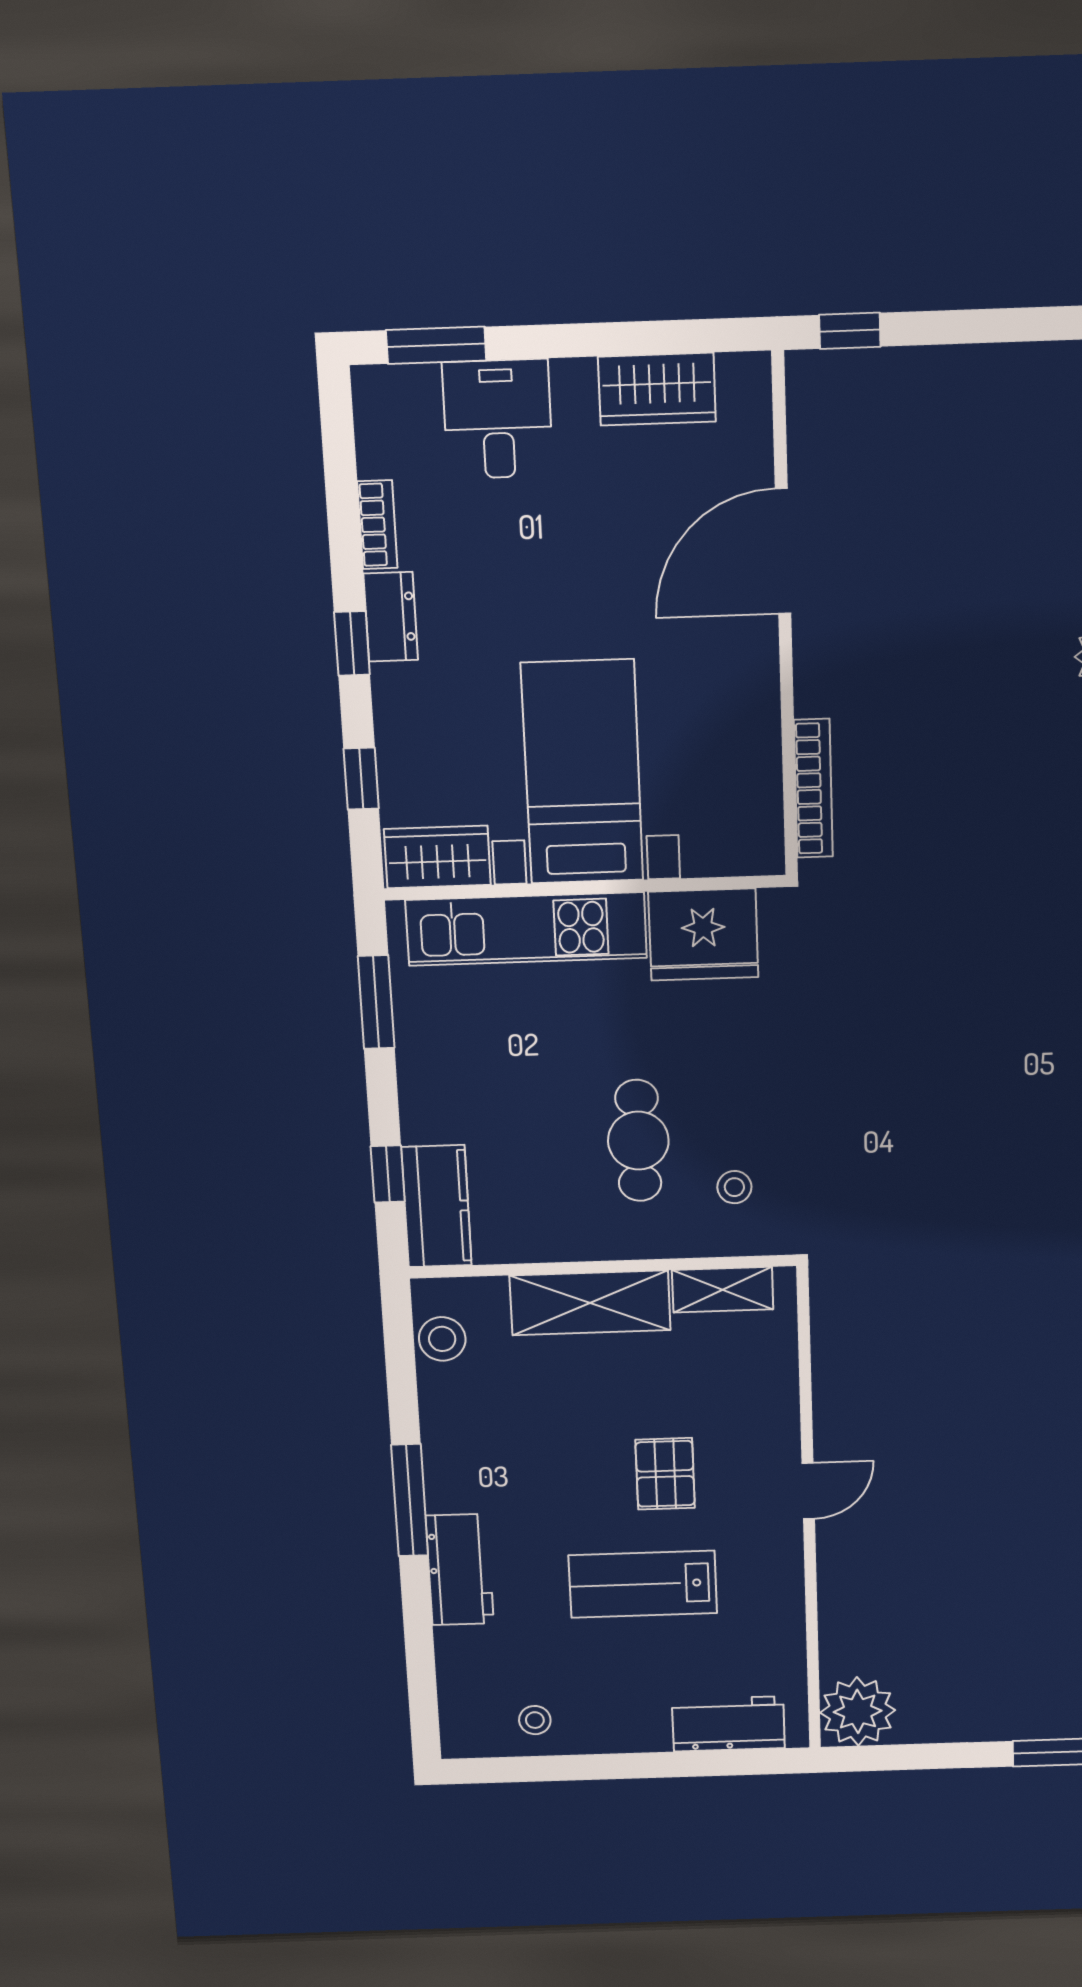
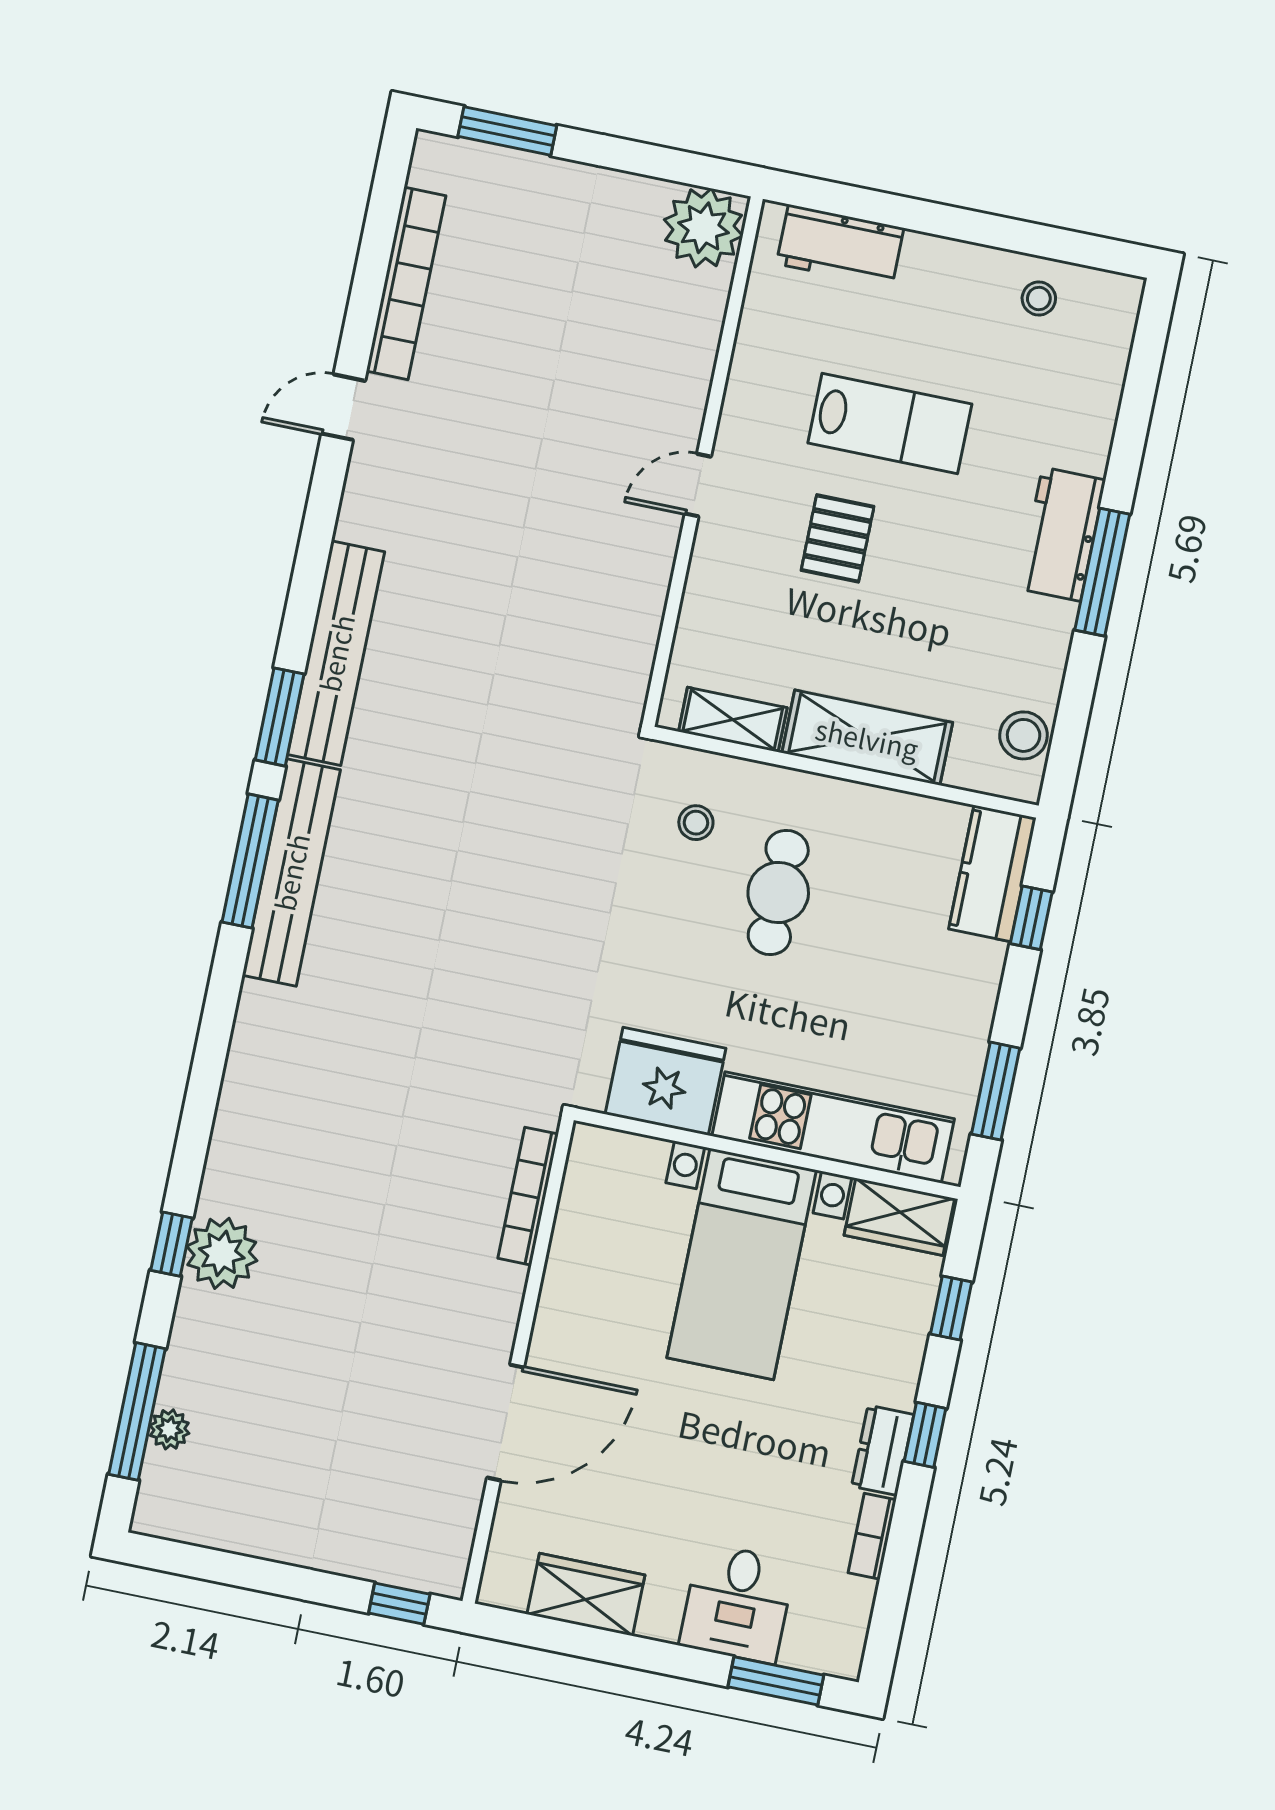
workbench: (460, 1570) -> (1062, 534), moved

